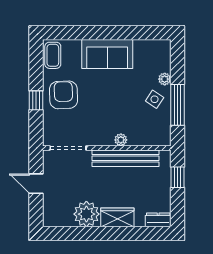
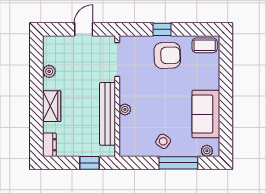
sofa: (107, 54) -> (206, 114), moved
plant: (165, 79) -> (207, 151), moved
window: (177, 105) -> (178, 163), moved
plant: (86, 214) -> (49, 71), width x0.53, depth x0.53

